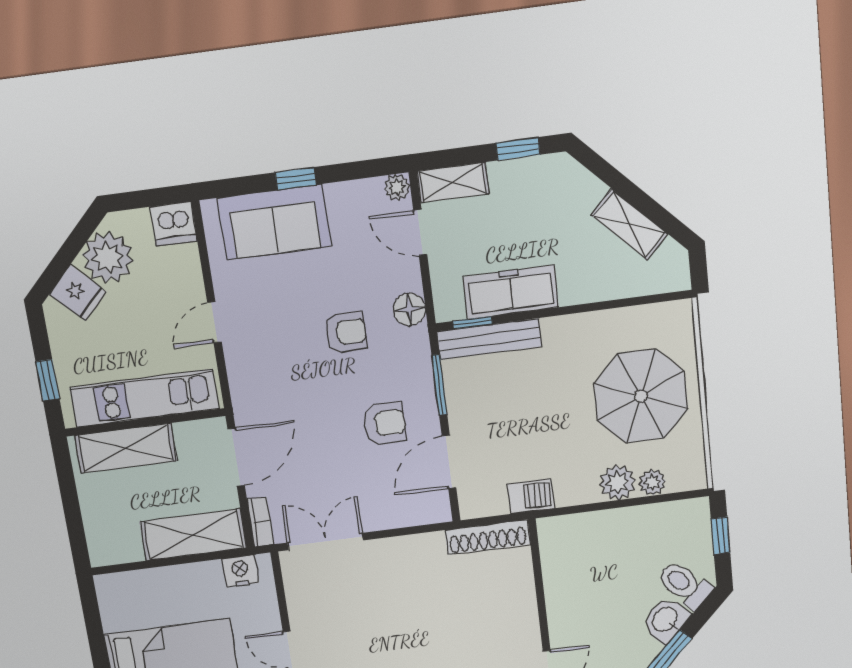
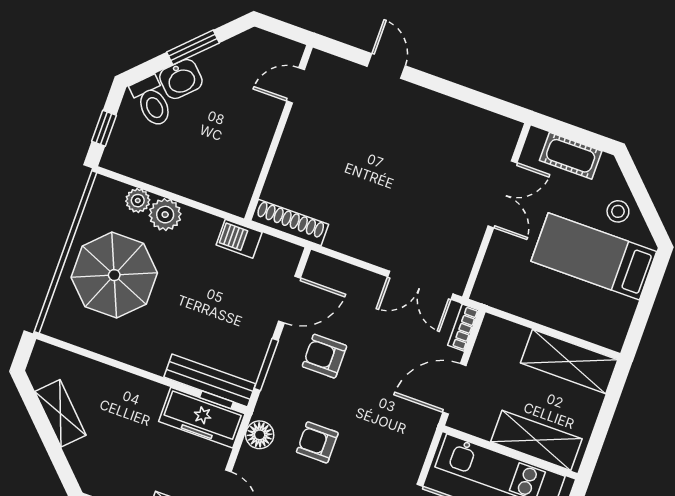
freezer: (511, 292) -> (202, 418), moved
shelving: (193, 535) -> (569, 361), moved
nightstand: (240, 571) -> (501, 296), removed

